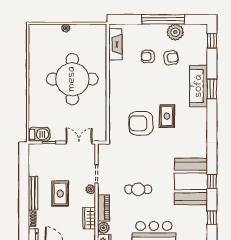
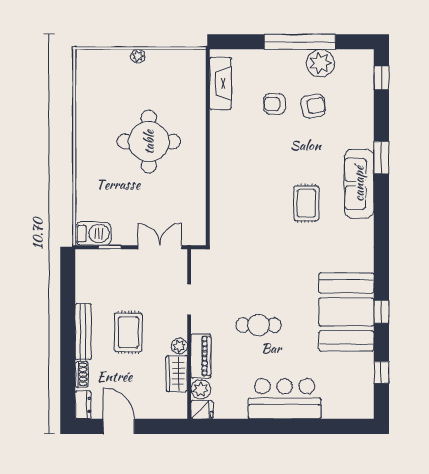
round table: (72, 79) -> (149, 142), width x0.73, depth x0.73
sofa: (199, 86) -> (359, 184), moved
armchair: (141, 123) -> (263, 215), removed
plant: (91, 189) -> (179, 346), moved

